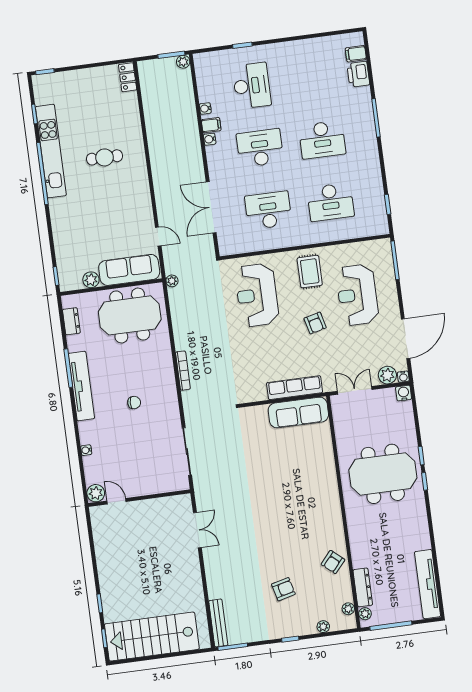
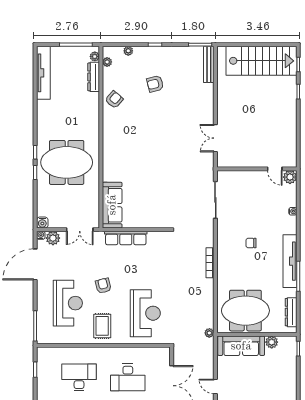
door: (158, 236) -> (215, 386), moved
dresser: (71, 321) -> (291, 312), width x1.44
sofa: (298, 412) -> (112, 205), moved, turned 90

